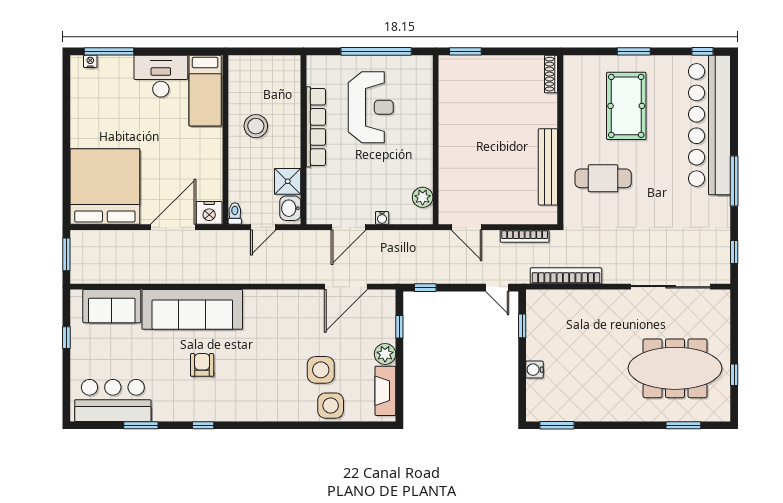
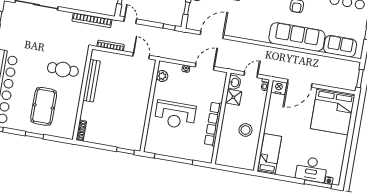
desk: (161, 76) -> (311, 169), moved
reception desk: (371, 107) -> (175, 115), moved, turned -90

